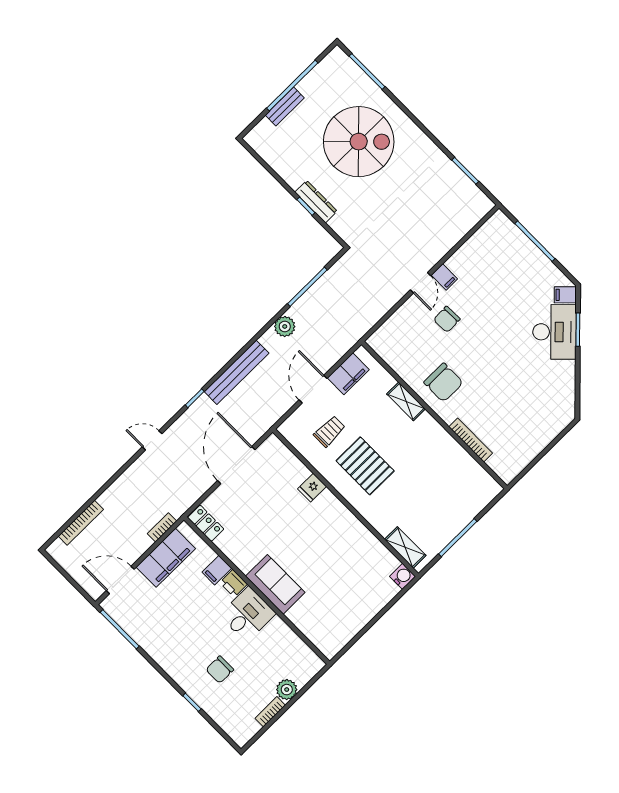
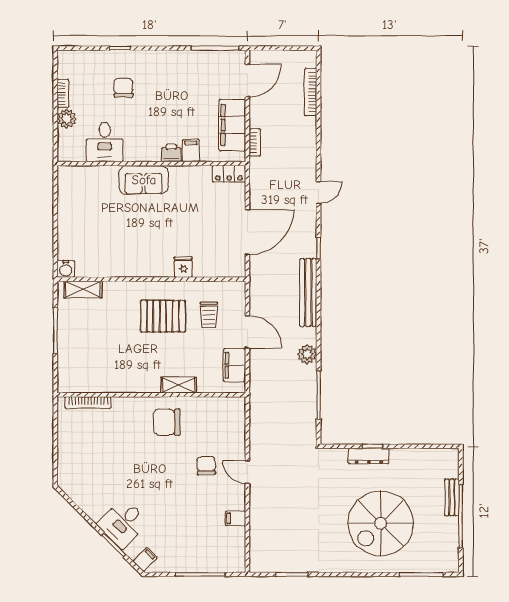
filing cabinet: (444, 277) -> (236, 518), moved
desk: (554, 332) -> (123, 523), width x0.73
bookcase: (471, 440) -> (88, 403), moved
door: (236, 465) -> (247, 232), hinge flipped
desk: (248, 614) -> (105, 142), moved

